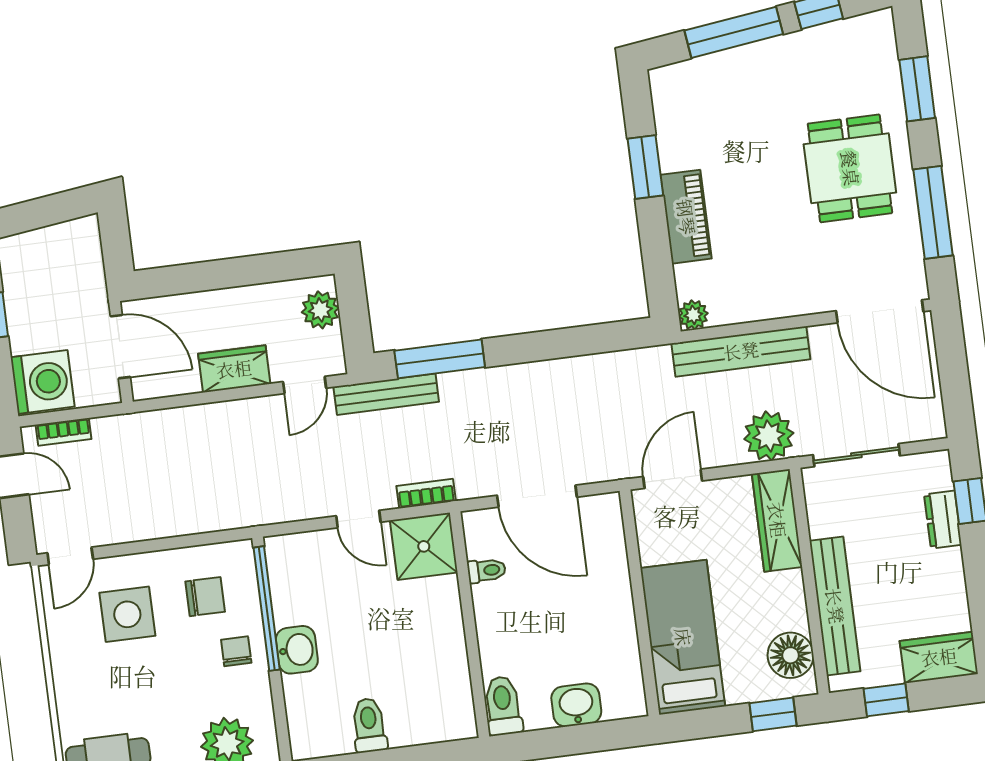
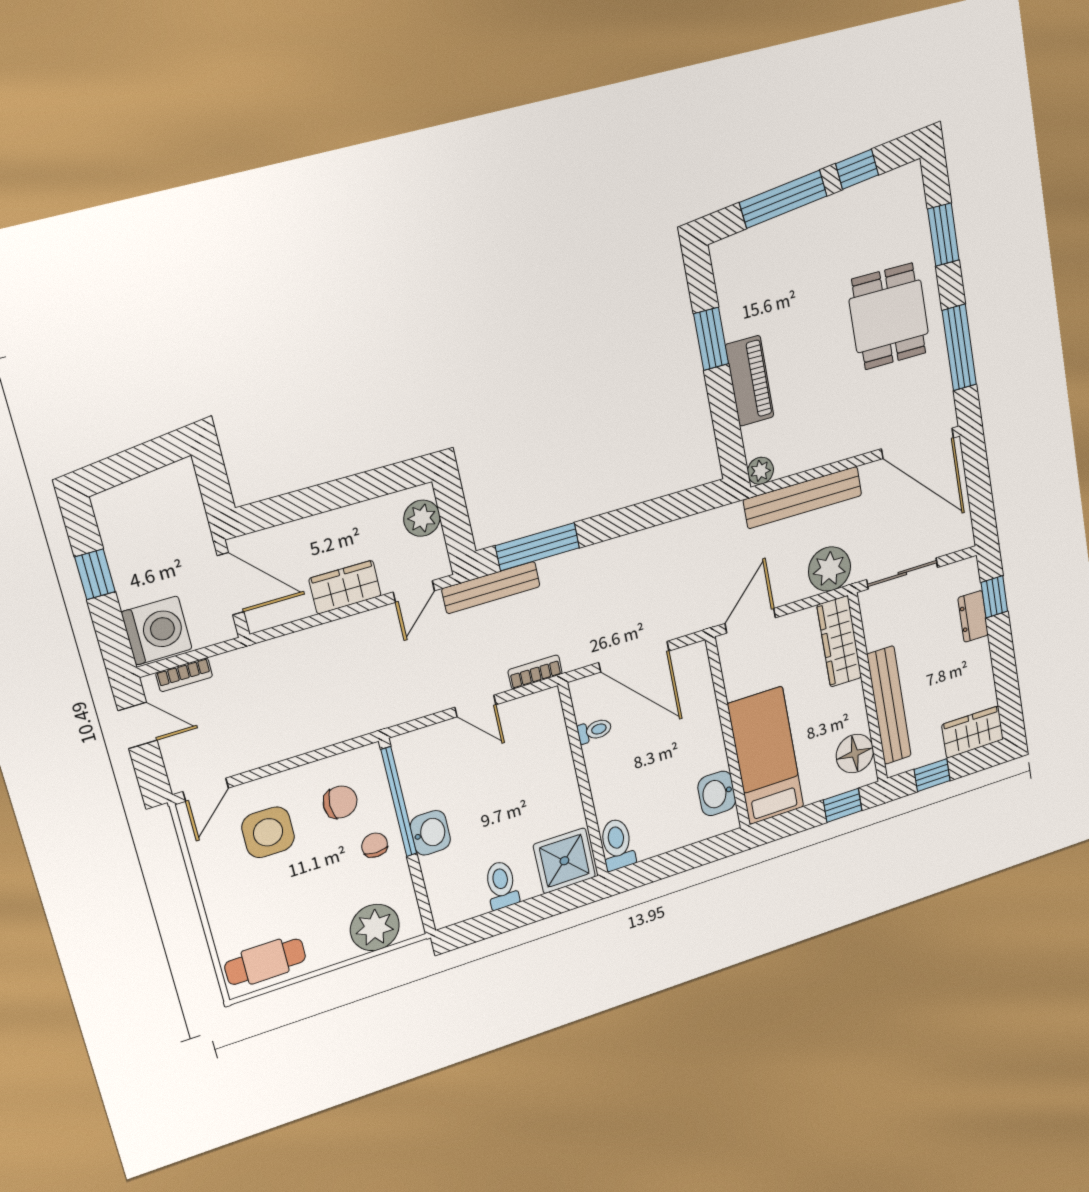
shower: (424, 546) -> (564, 861), moved
washbasin: (576, 705) -> (717, 793), moved, turned -90

